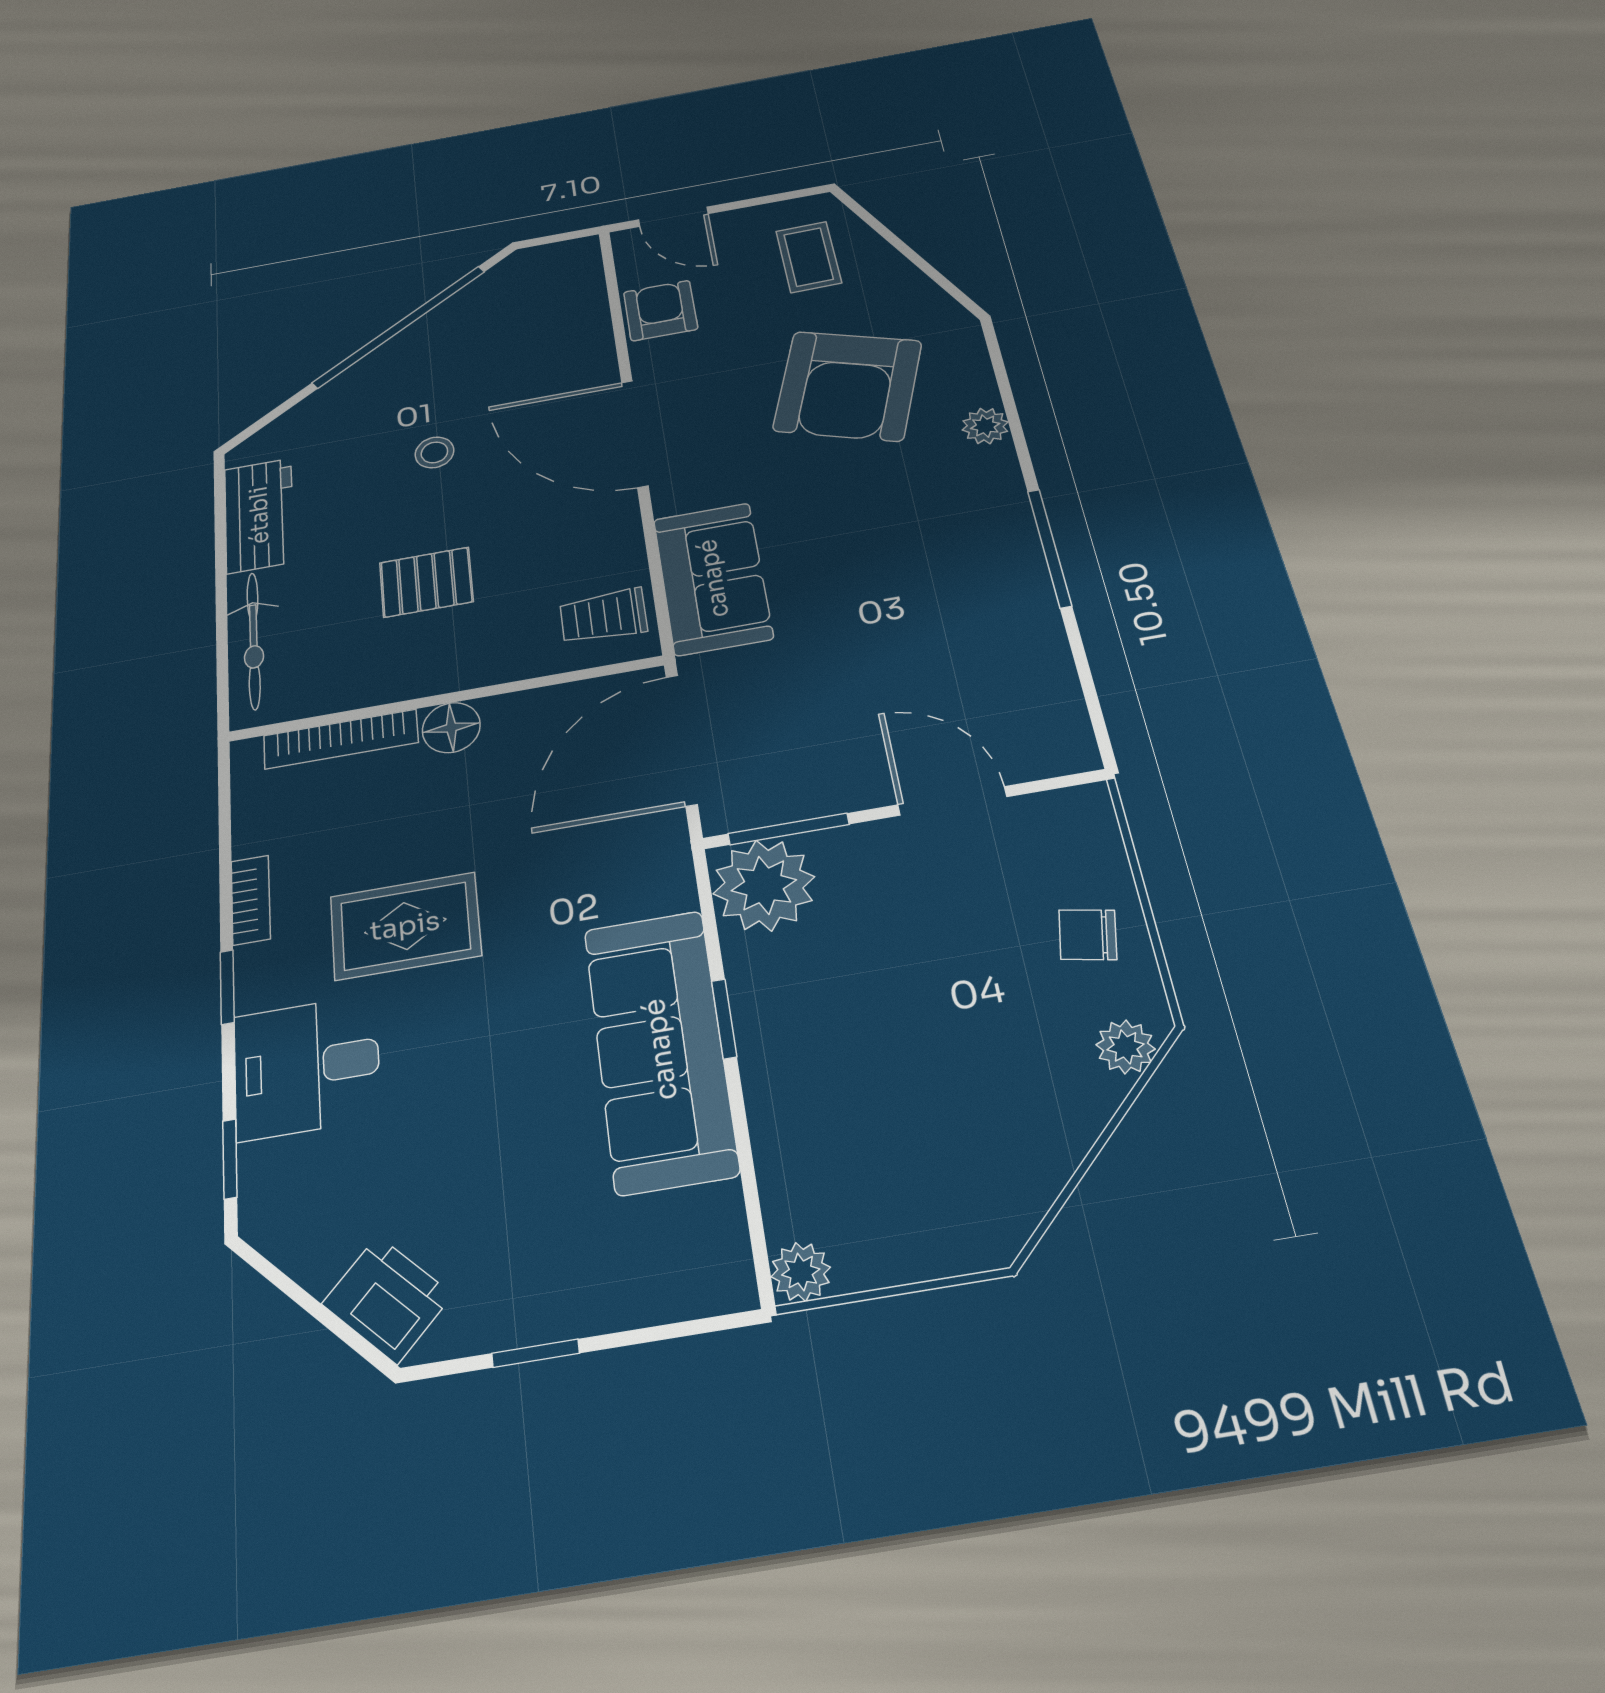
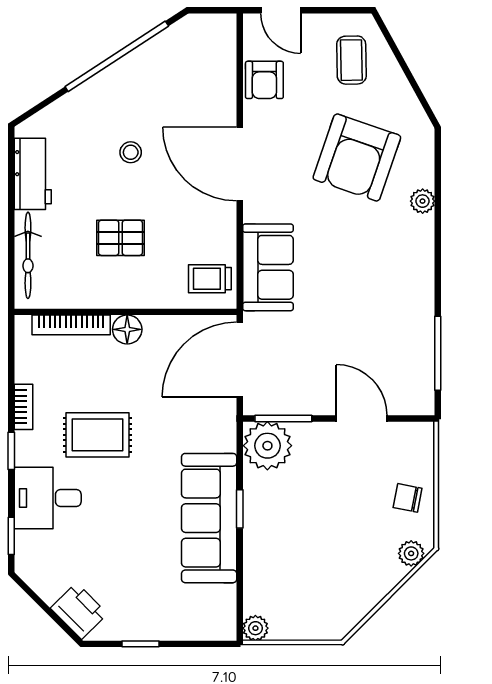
armchair: (661, 311) -> (264, 80), turned 180
window: (1049, 548) -> (438, 353), moved

